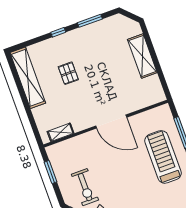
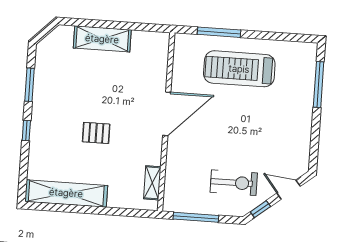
pallet: (68, 73) -> (96, 133), moved
window: (50, 172) -> (196, 217), width x1.44

